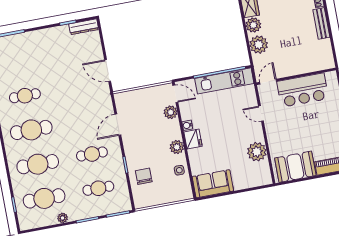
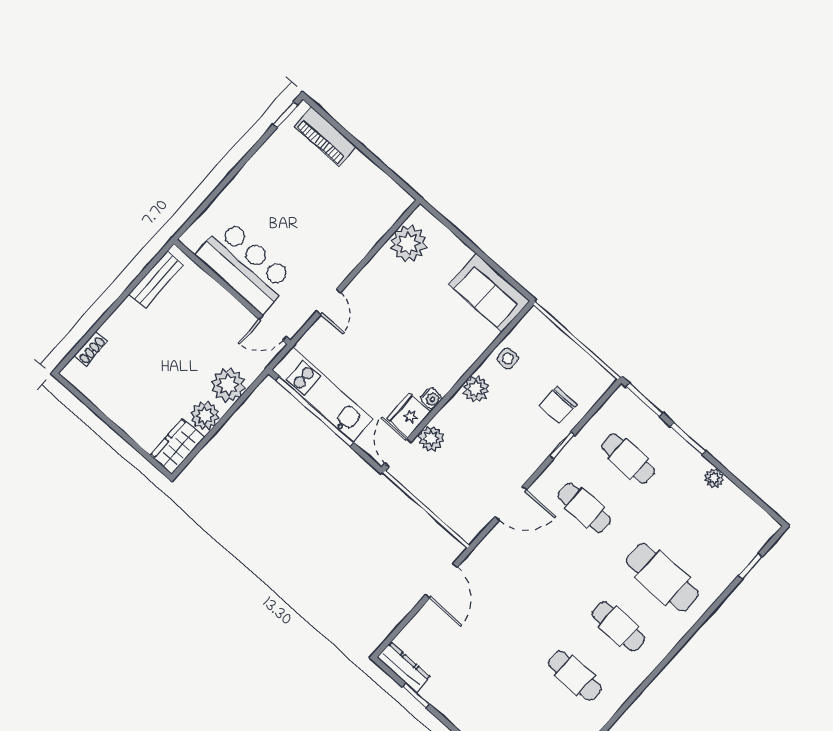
bench: (321, 23) -> (156, 280), moved
cafe table: (31, 130) -> (619, 626), width x0.73, depth x0.74
fridge: (193, 139) -> (409, 415), moved
plant: (257, 152) -> (409, 244), moved
booth: (295, 167) -> (368, 189), removed
cafe table: (44, 198) -> (706, 528), removed

